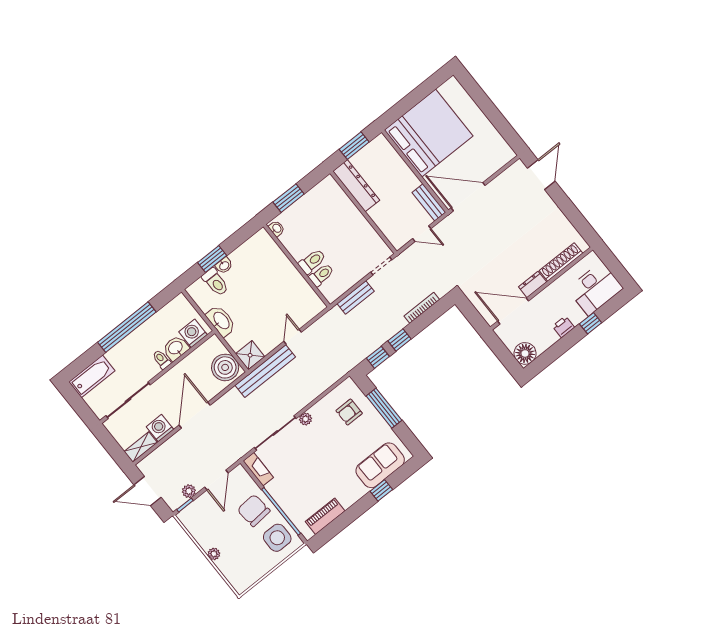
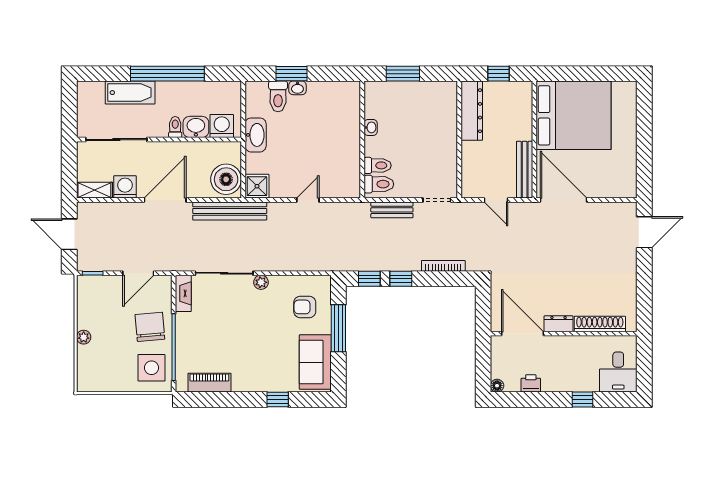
window: (354, 146) -> (498, 74), width x0.67
bench: (429, 202) -> (525, 170), width x1.36
washbasin: (277, 228) -> (371, 127), moved
toilet: (312, 261) -> (379, 184), moved
desk: (595, 289) -> (618, 372), width x0.73
printer: (563, 327) -> (531, 383), moved
floor lamp: (525, 353) -> (497, 386), width x0.53, depth x0.53
bench: (265, 371) -> (230, 211), moved
bathtub: (92, 376) -> (130, 93), moved
sofa: (380, 465) -> (315, 362), moved, turned -90
plant: (189, 491) -> (106, 264), removed

